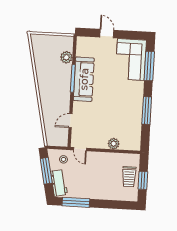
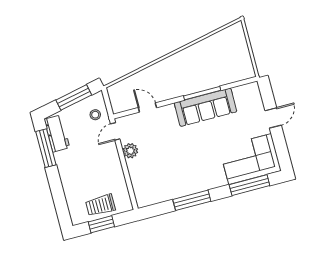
plant: (66, 57) -> (226, 76), removed
plant: (114, 144) -> (130, 151), moved
workbench: (59, 183) -> (57, 133), moved, turned -78

